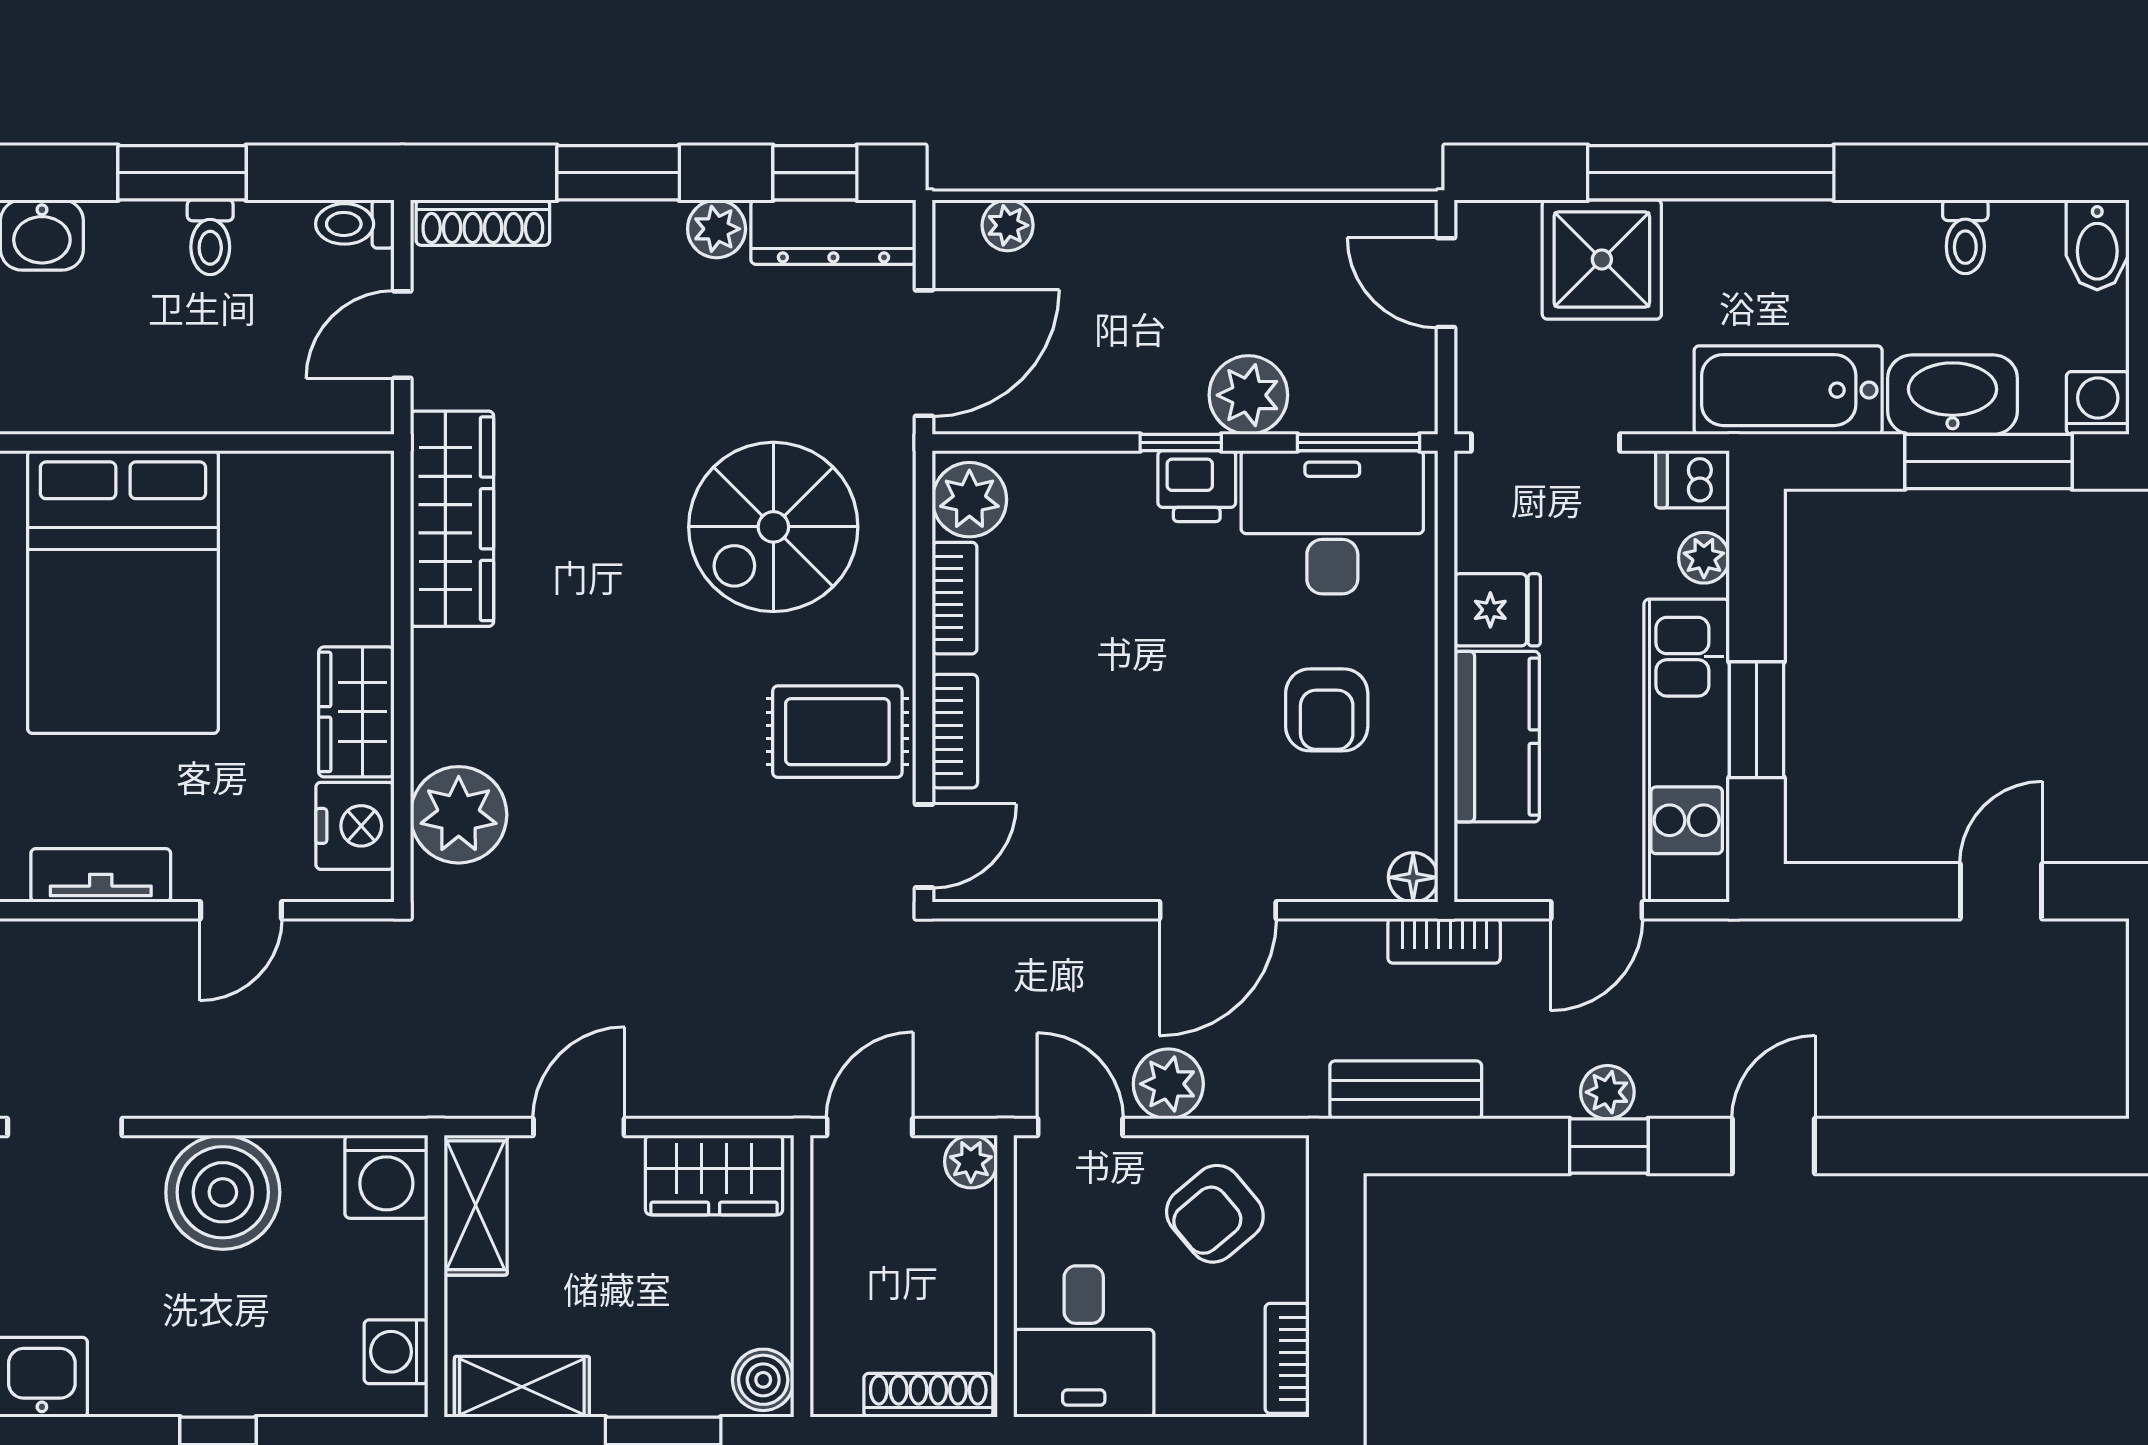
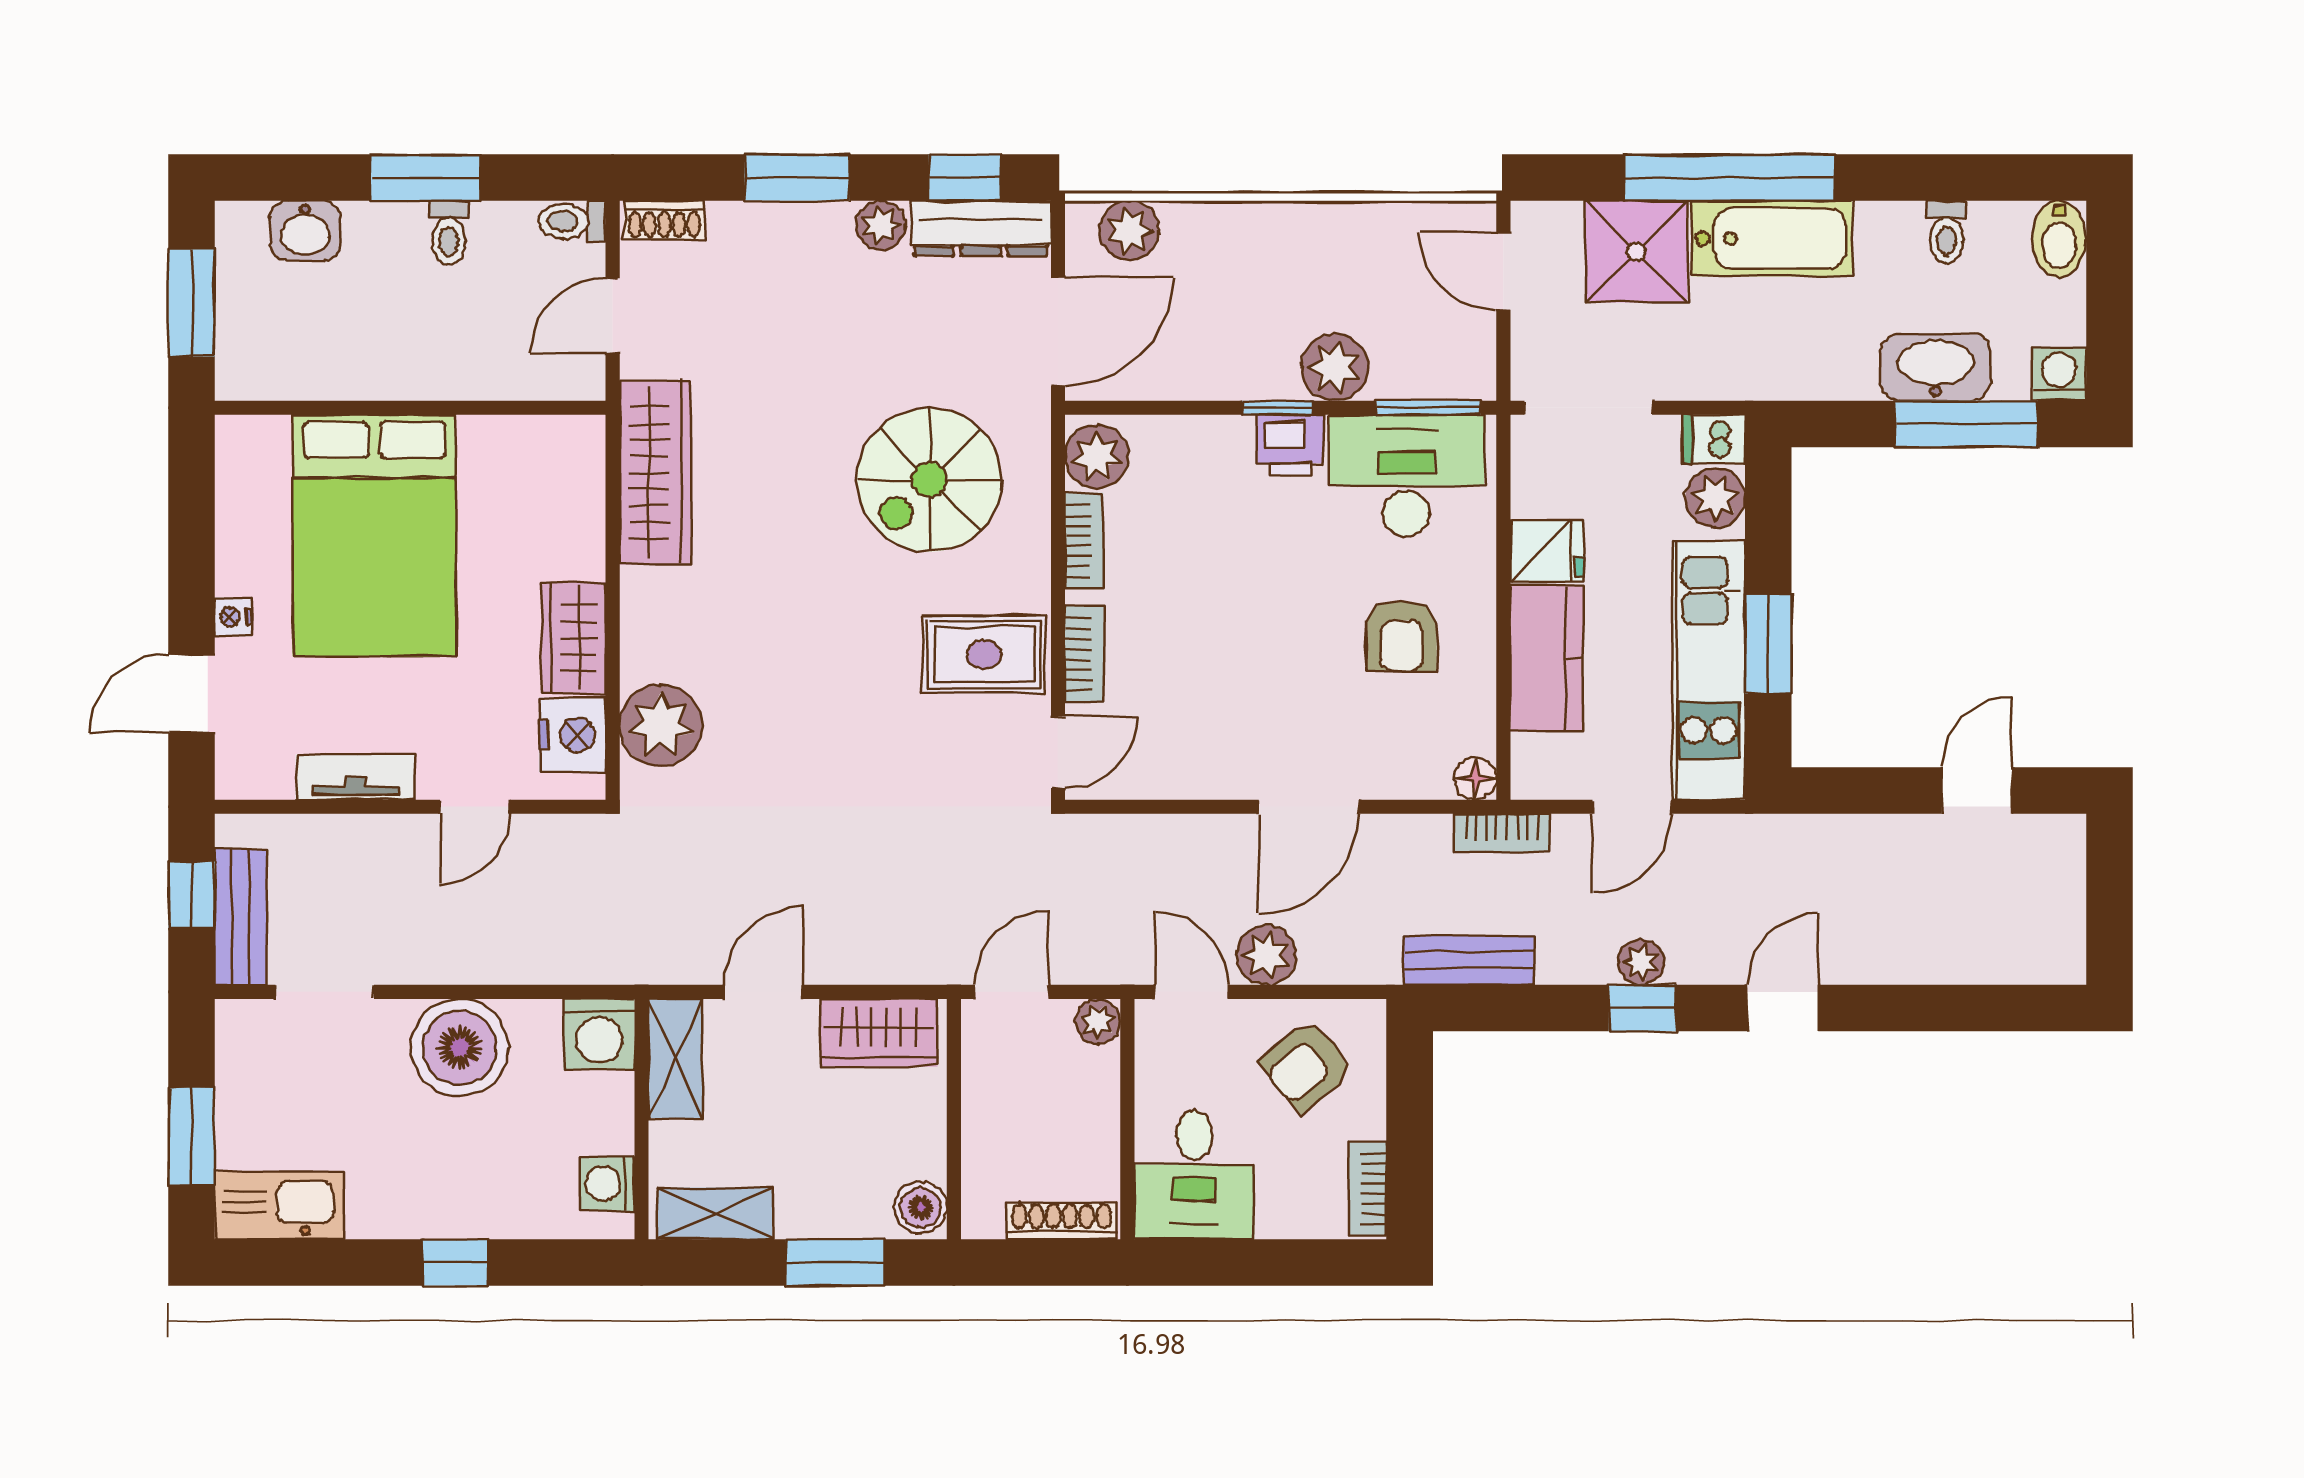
shoe rack: (483, 223) -> (664, 220), width x0.70
plant: (1008, 225) -> (1129, 231), width x1.38, depth x1.38
bathtub: (1788, 390) -> (1772, 238), moved, turned 180
plant: (1704, 558) -> (1715, 498), width x1.38, depth x1.38

